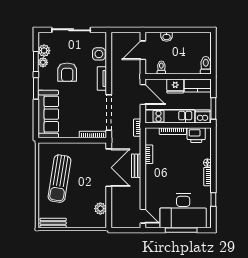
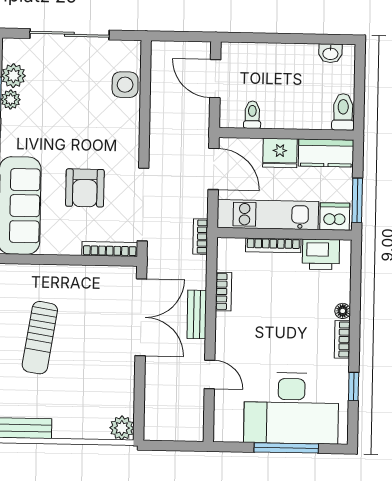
washbasin: (167, 37) -> (330, 53), moved
door: (143, 50) -> (215, 79), hinge flipped
armchair: (67, 72) -> (85, 188), moved
tv unit: (102, 78) -> (130, 135), removed
sun lounger: (59, 179) -> (40, 338), width x0.73, depth x0.75
plant: (100, 209) -> (122, 428), moved
door: (143, 216) -> (210, 374), moved

